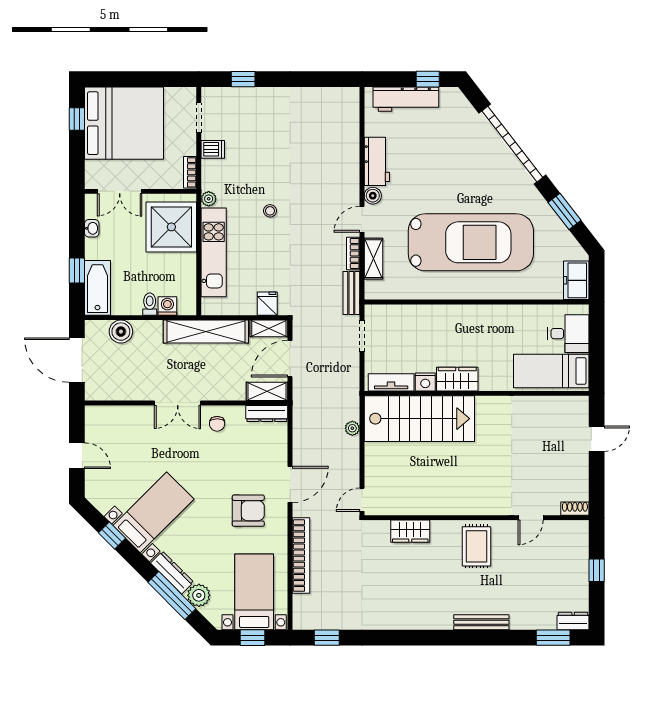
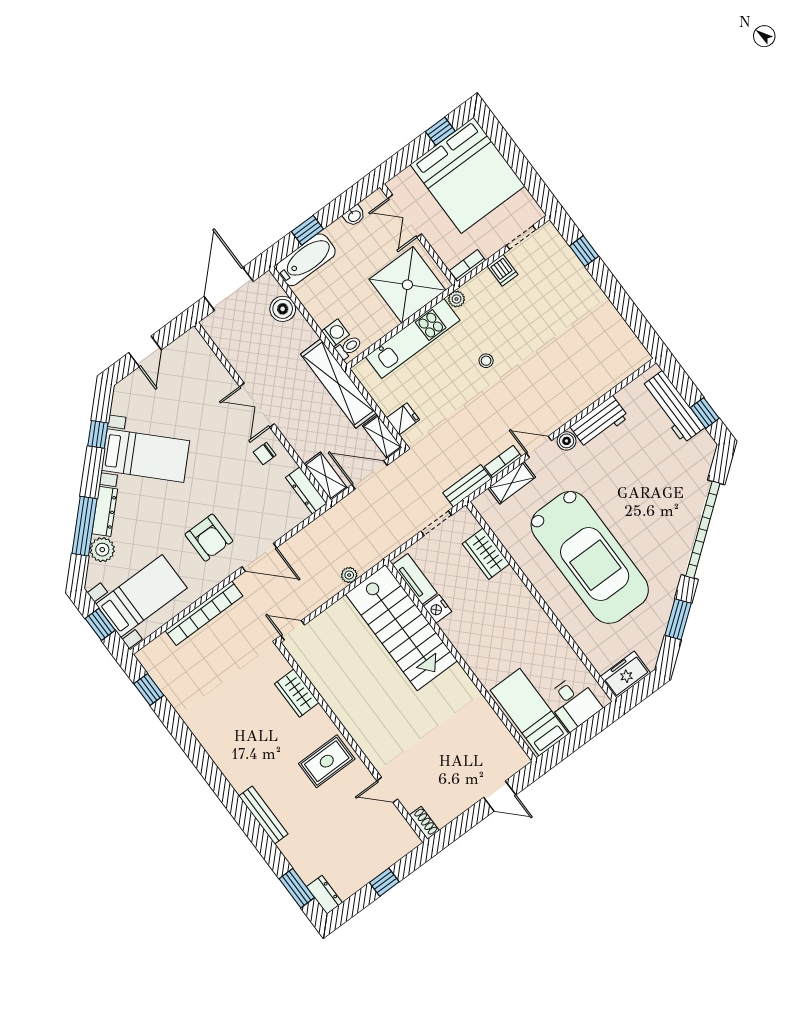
toilet: (150, 304) -> (349, 347), moved
wardrobe: (457, 379) -> (486, 554), moved, turned 180

